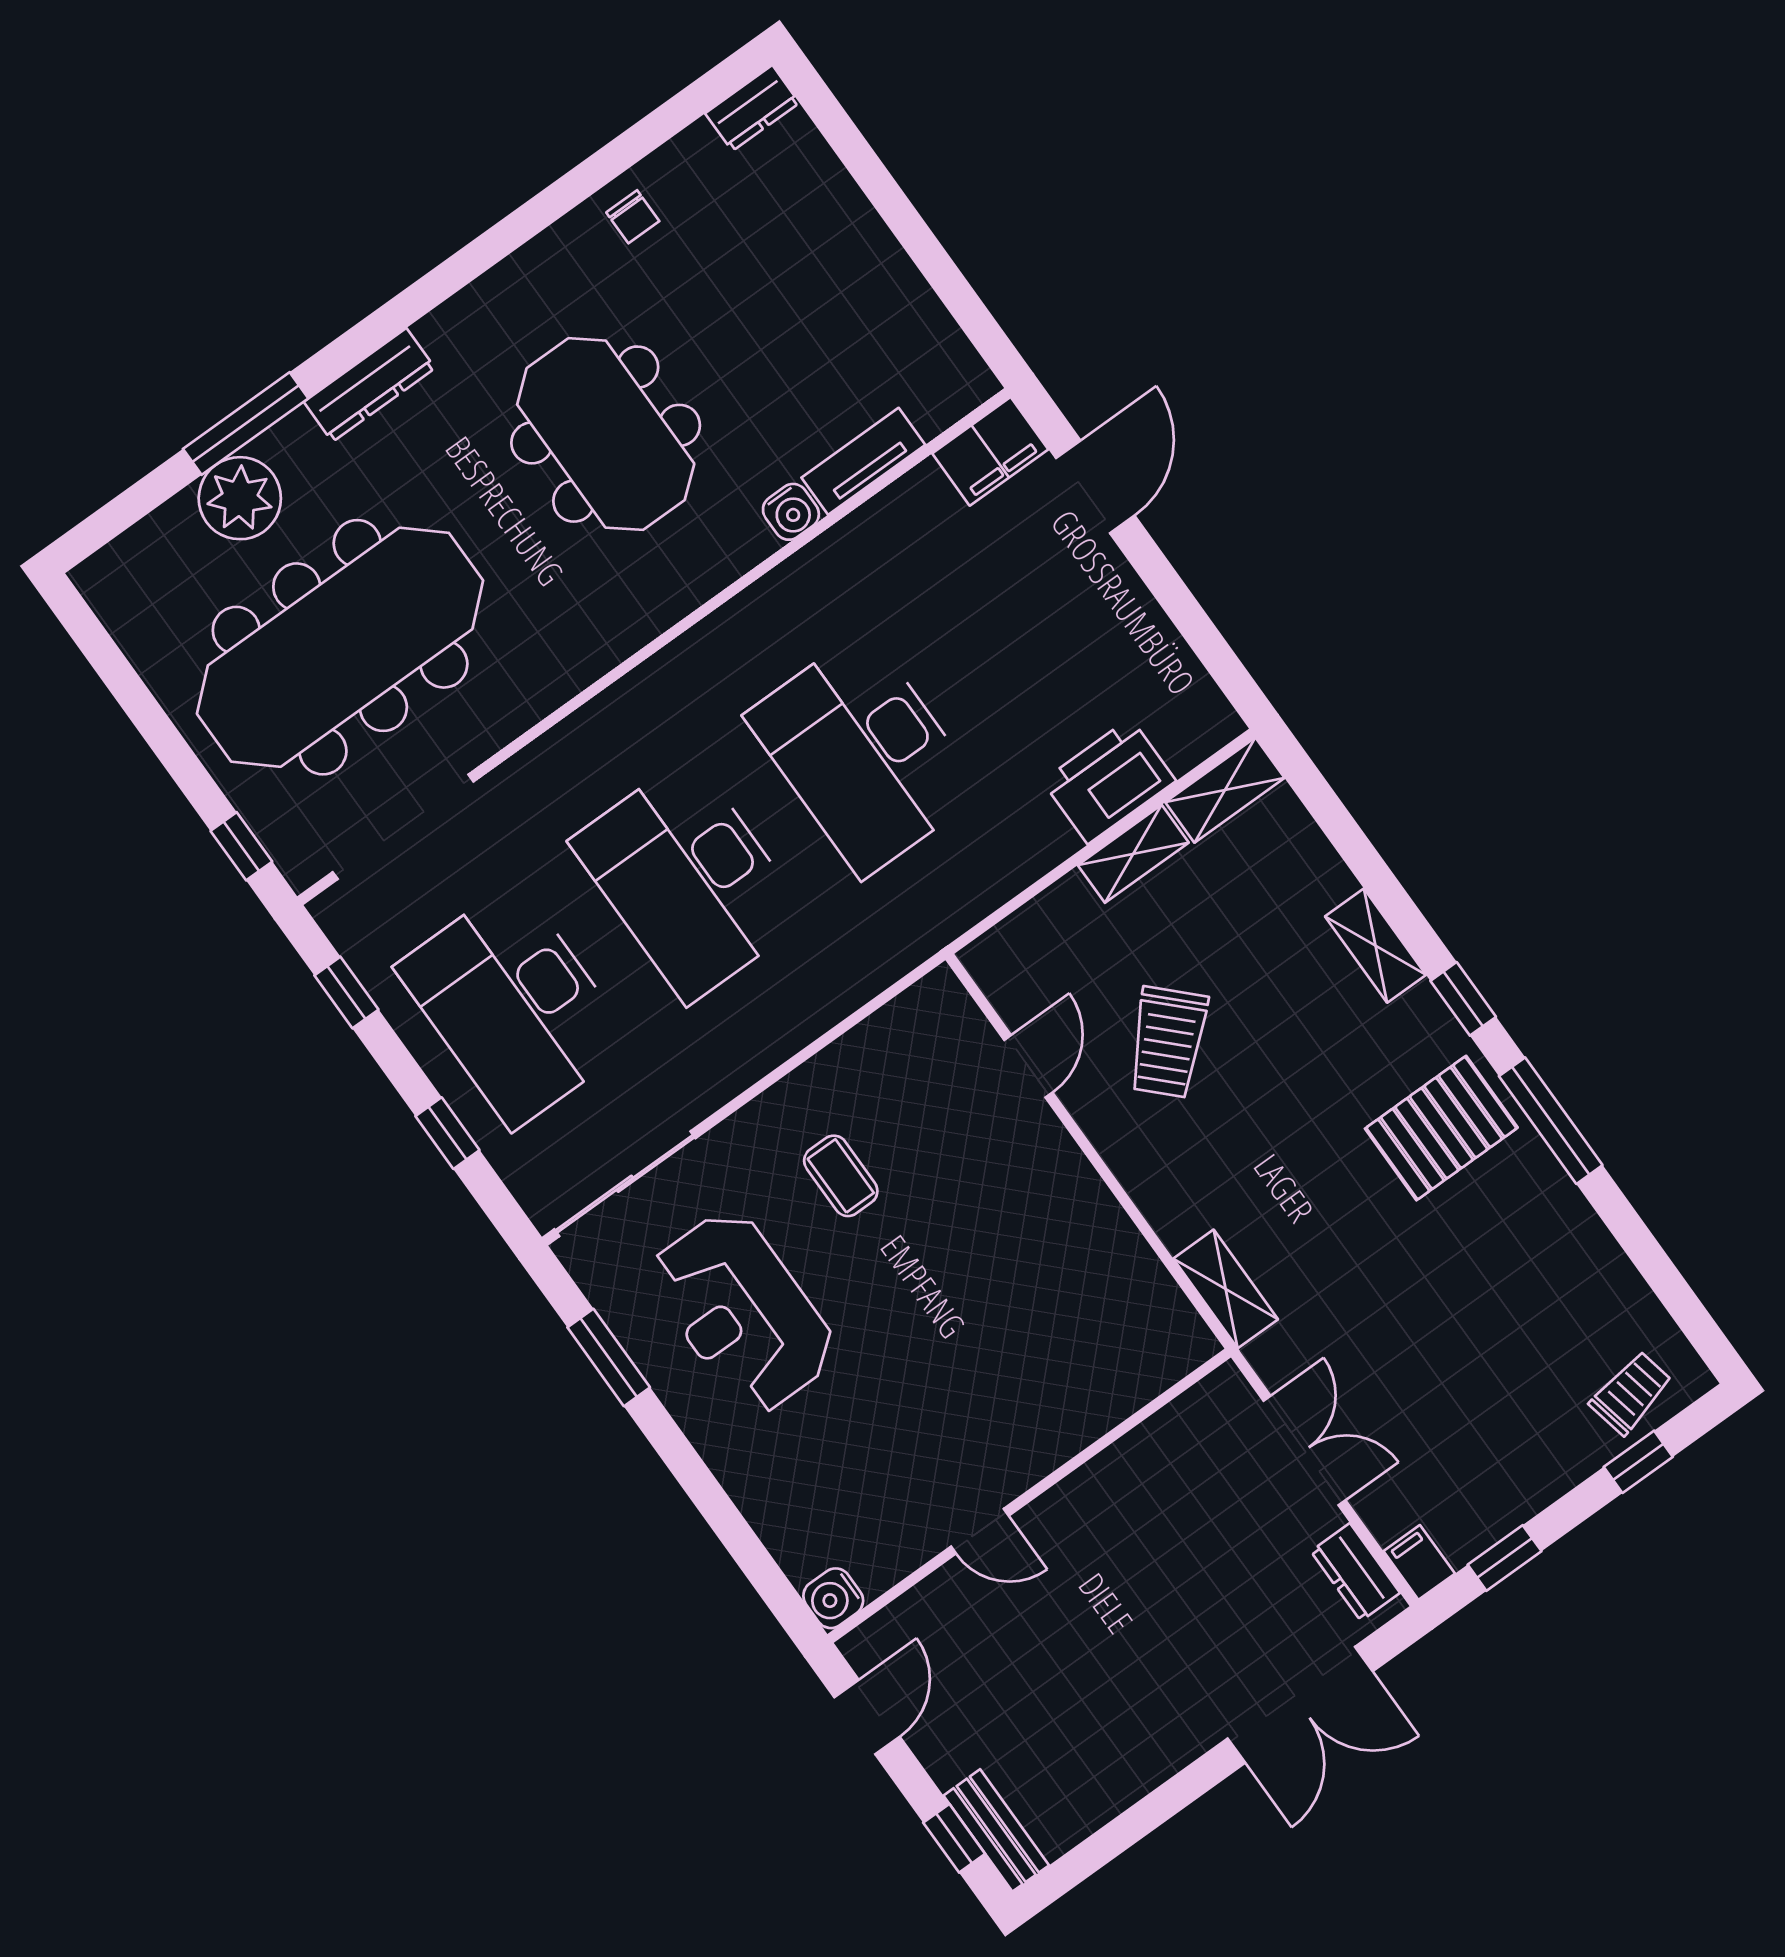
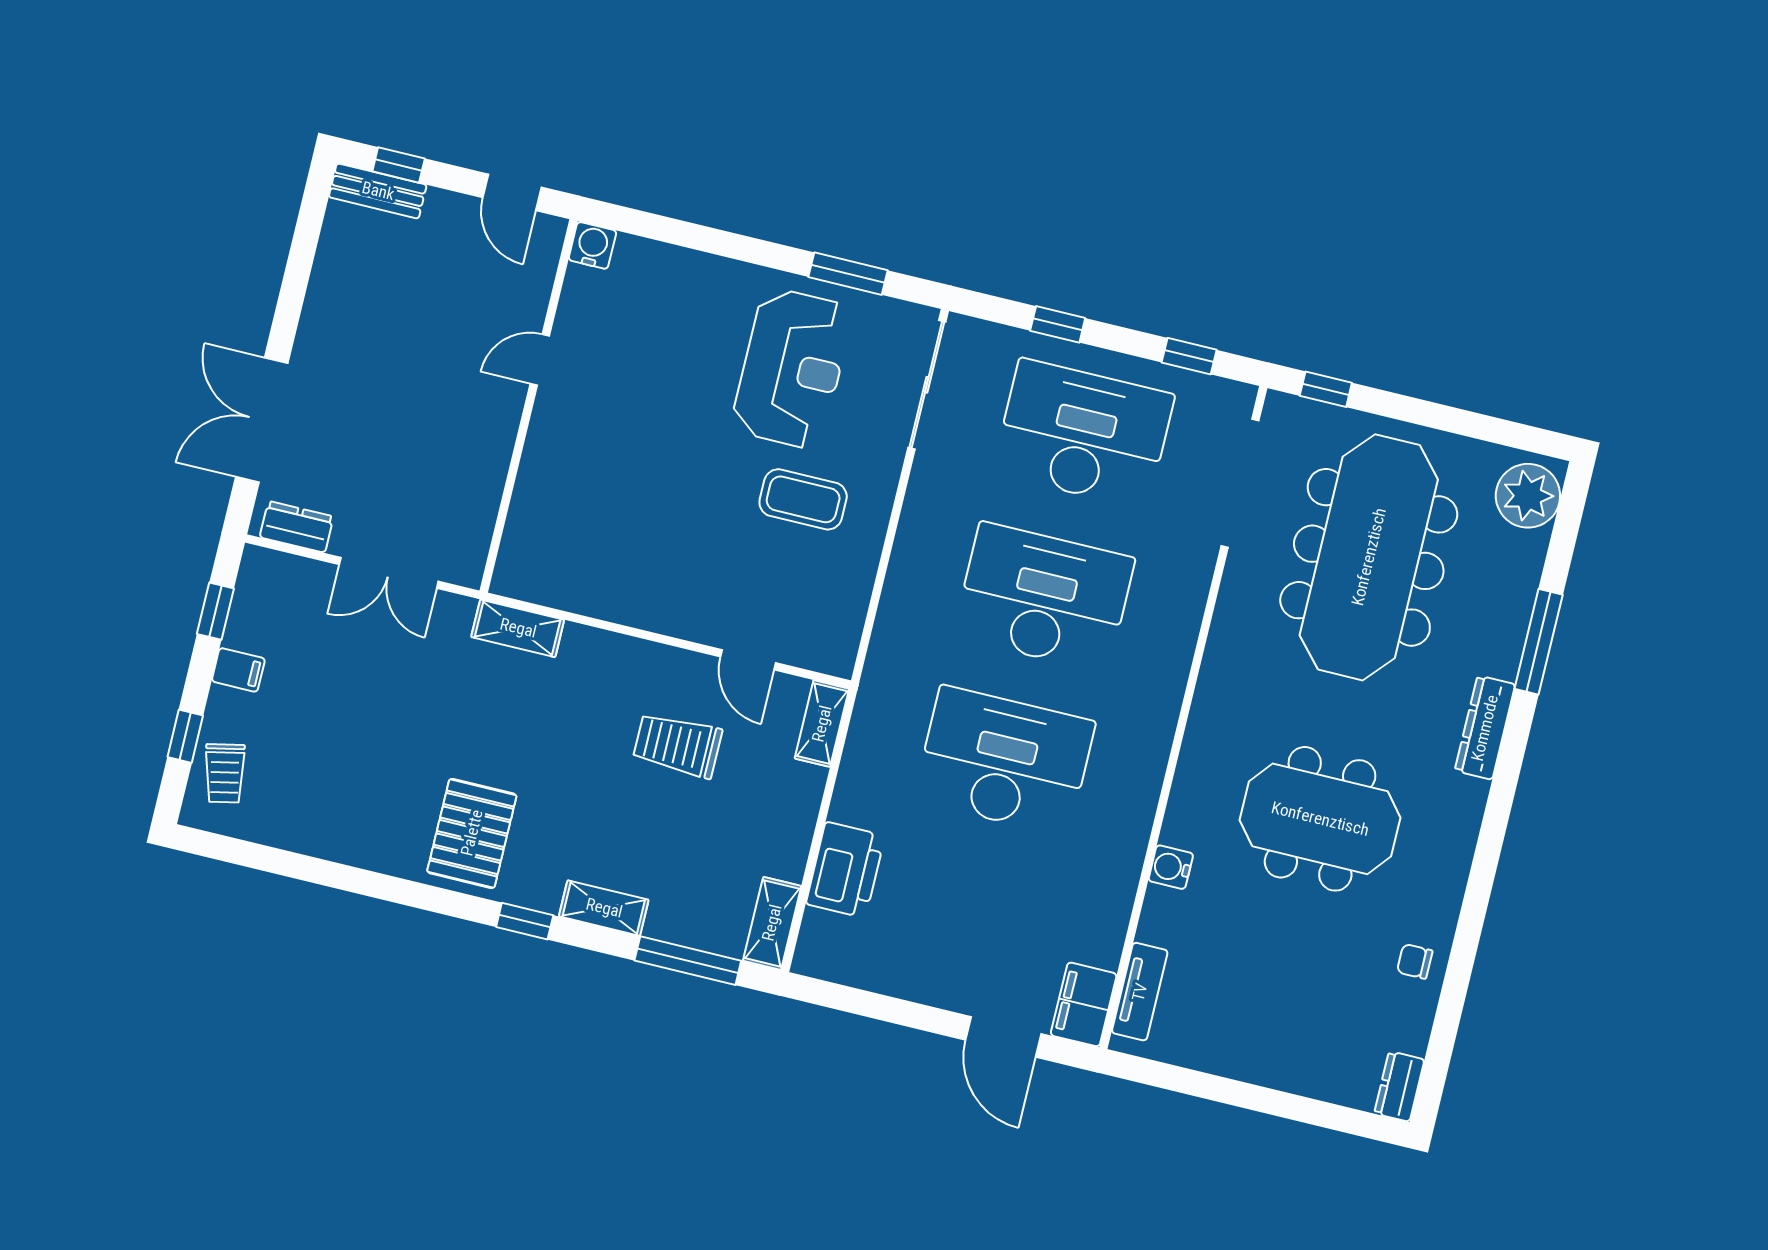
tv unit: (863, 461) -> (1140, 992), moved
plant: (240, 498) -> (1528, 496), moved
shelving: (1133, 854) -> (822, 724), moved
trolley: (1168, 1042) -> (677, 745), turned -45
window: (1551, 1121) -> (688, 961), moved
coffee table: (841, 1176) -> (803, 499), width x1.36, depth x1.30
reception desk: (742, 1312) -> (792, 368), turned 90
filing cabinet: (1419, 1562) -> (238, 670), moved

